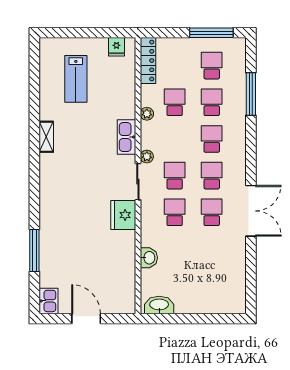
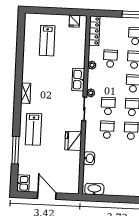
shelving: (46, 137) -> (26, 93), moved
fridge: (123, 215) -> (73, 141), moved
lab bench: (61, 217) -> (33, 129), added

